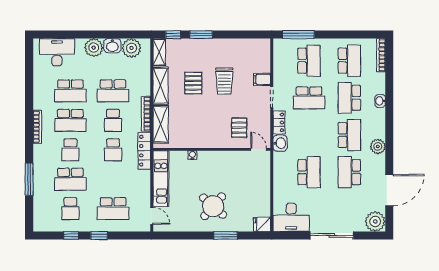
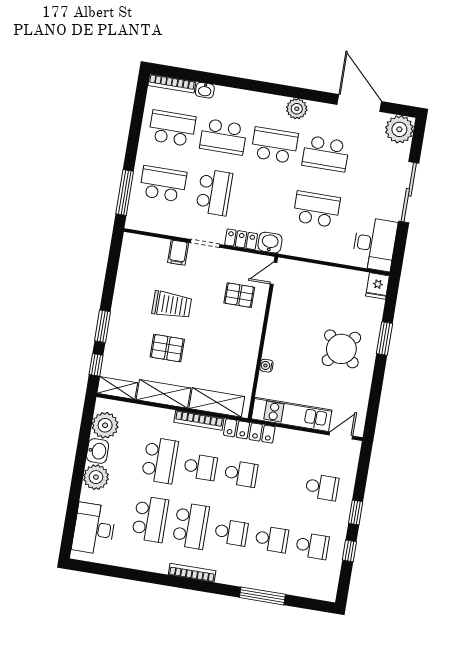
washbasin: (380, 101) -> (205, 90), moved
school desk: (70, 179) -> (272, 539), width x0.54
school desk: (113, 209) -> (322, 487), width x0.54

